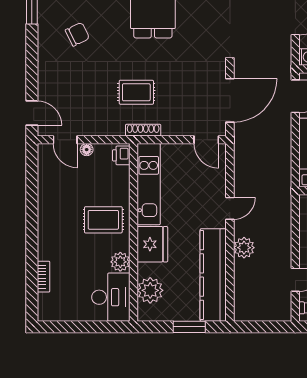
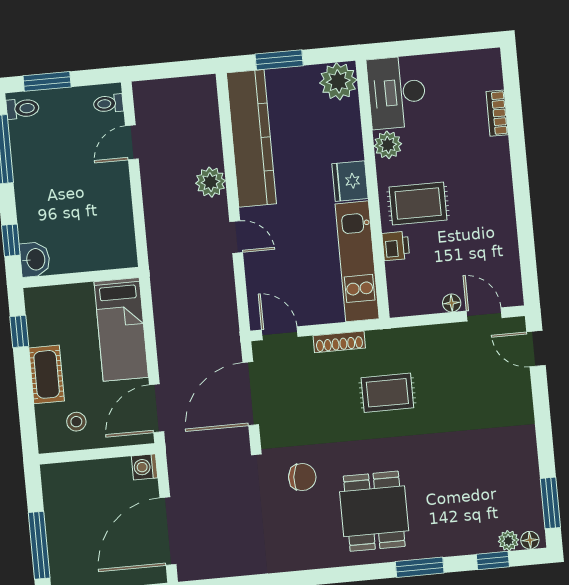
chair: (77, 34) -> (302, 477), moved, turned -148
shoe rack: (143, 130) -> (339, 342), moved
printer: (121, 155) -> (396, 246), moved
door: (230, 208) -> (236, 237), swing flipped
fridge: (152, 244) -> (350, 181), width x0.73, depth x0.75
plant: (150, 290) -> (338, 81), moved

